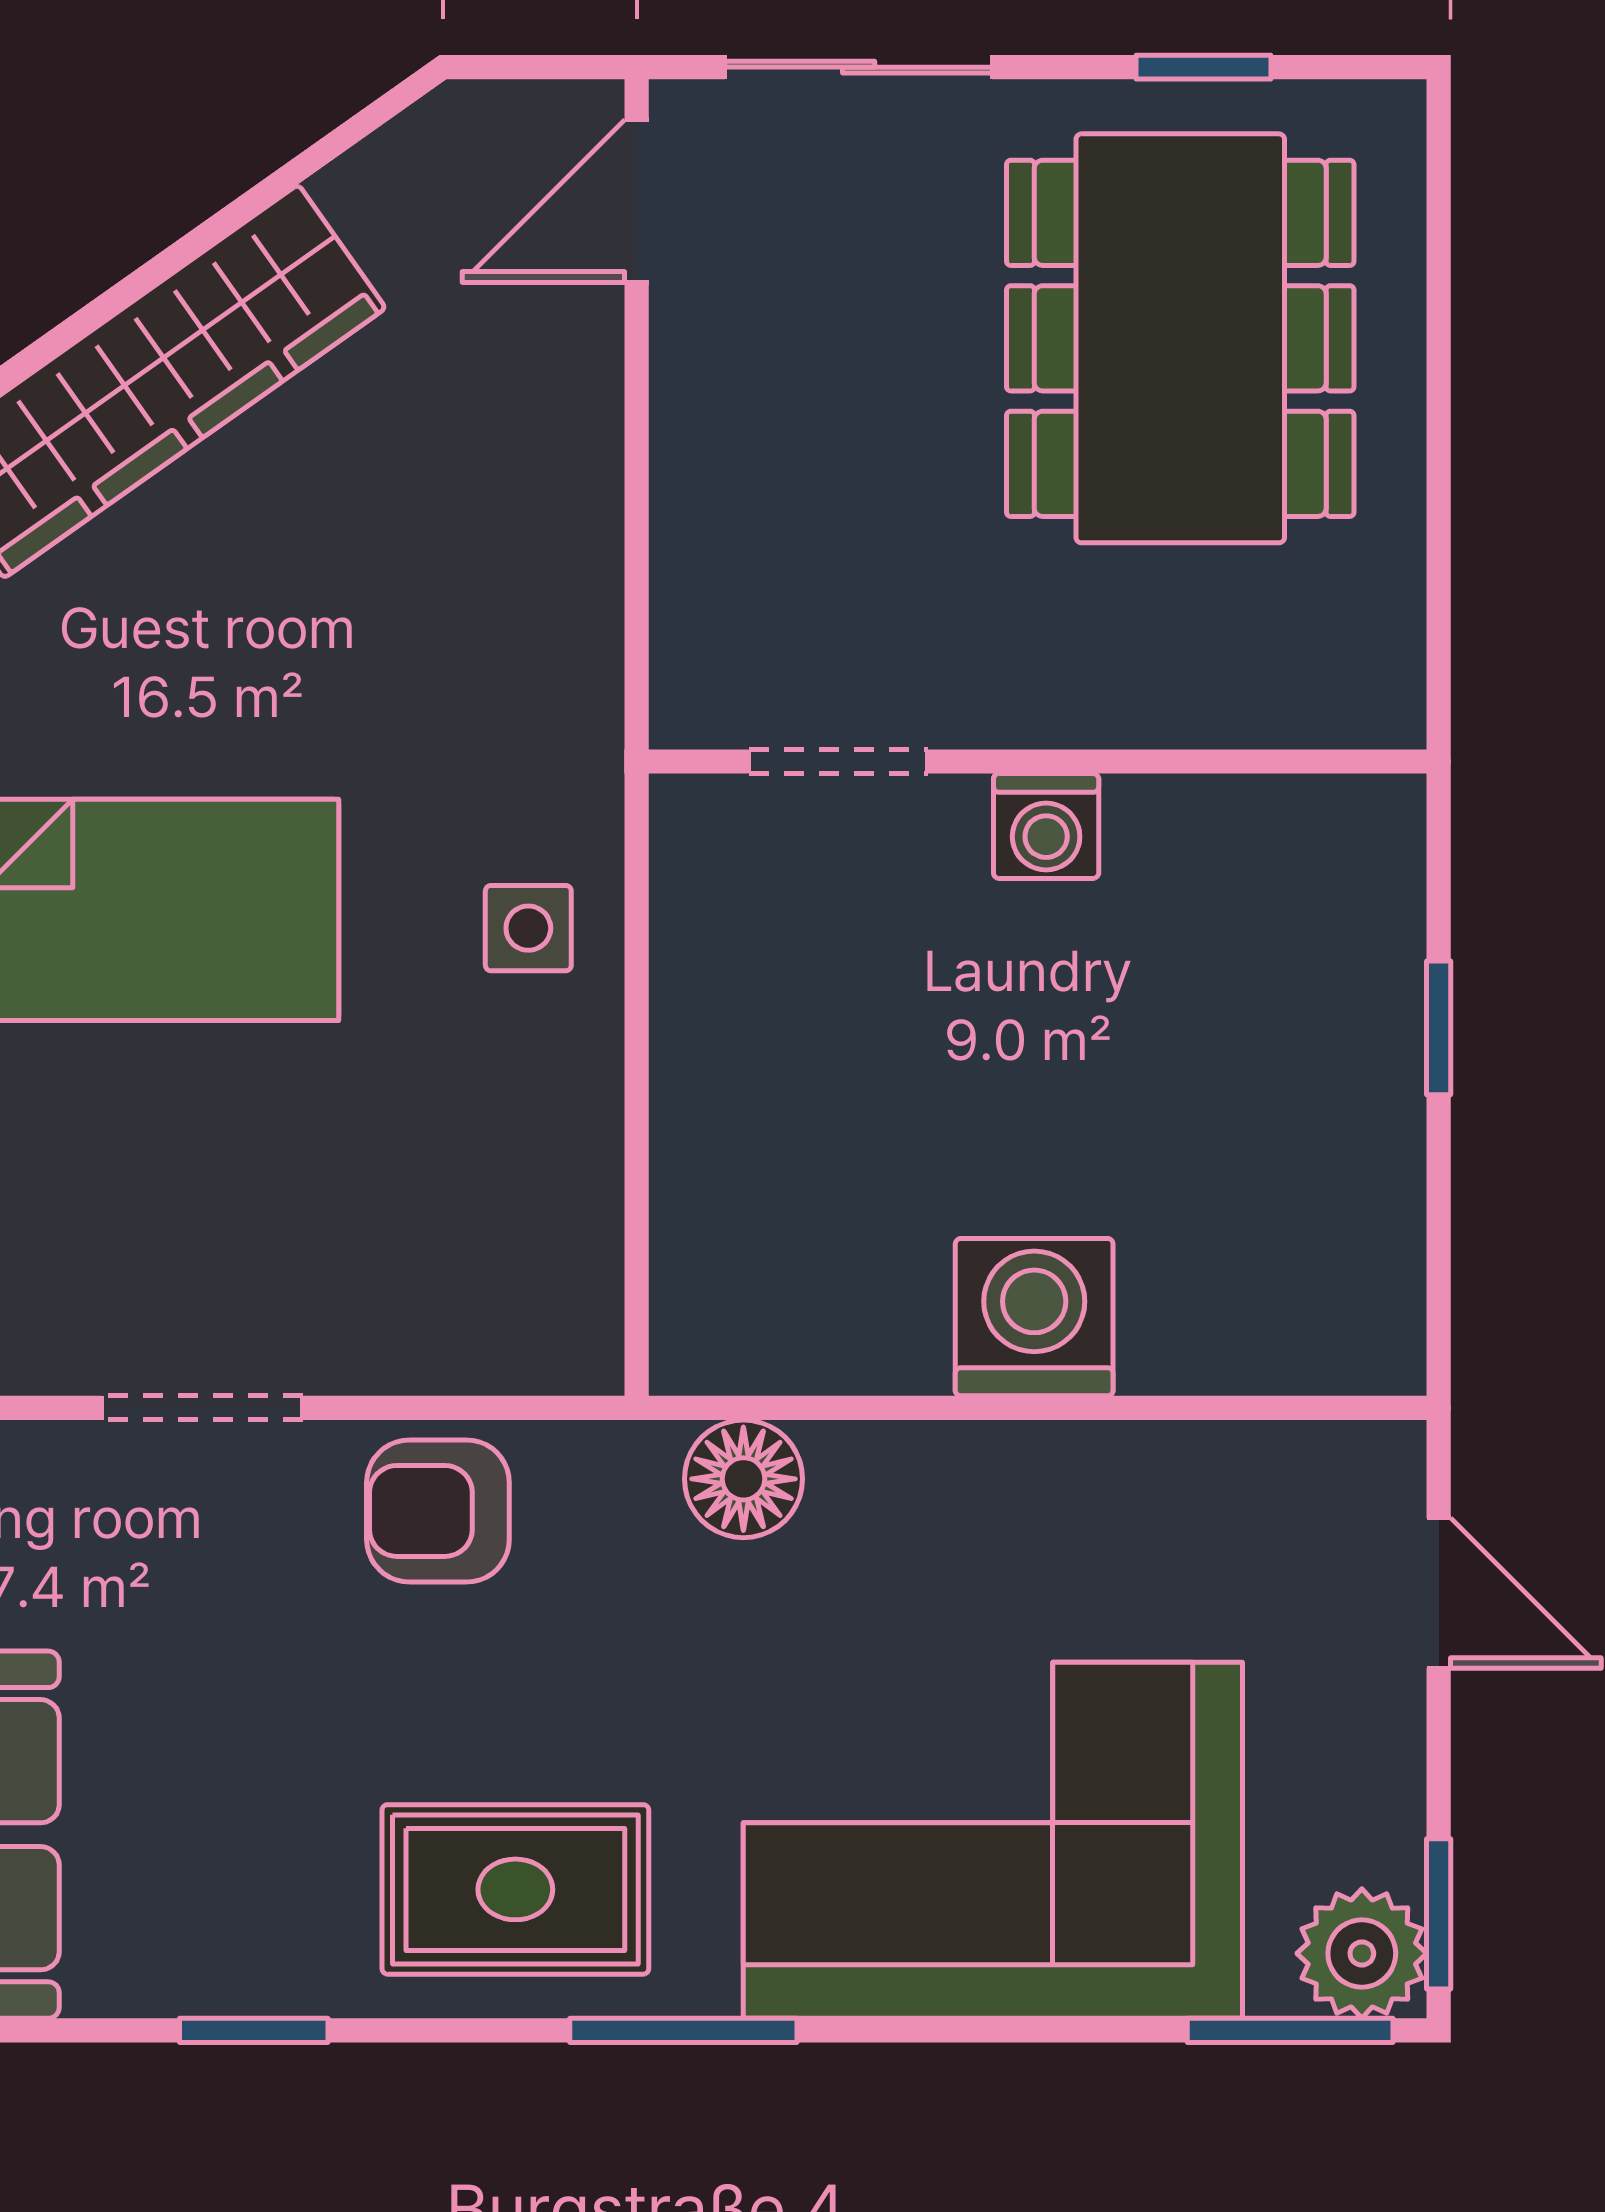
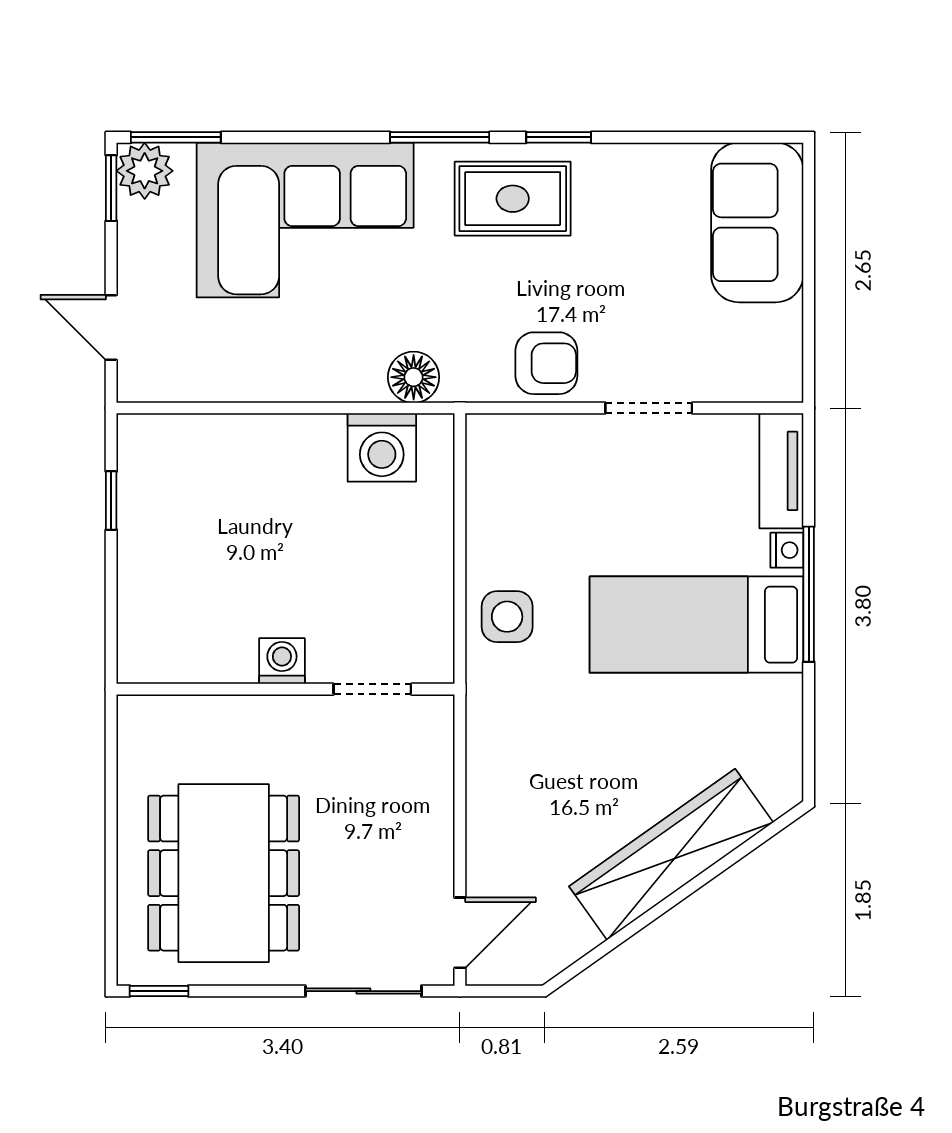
window: (1203, 67) -> (159, 991), moved
side table: (528, 928) -> (507, 617), width x1.37, depth x1.37
window: (1439, 1028) -> (111, 501), moved
washing machine: (1034, 1317) -> (382, 447), moved
window: (254, 2030) -> (559, 137), moved

